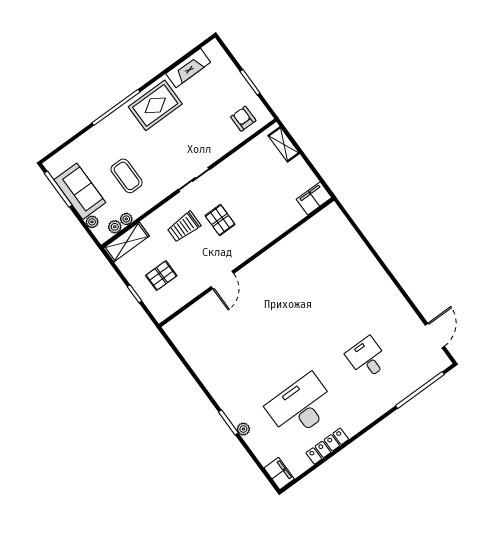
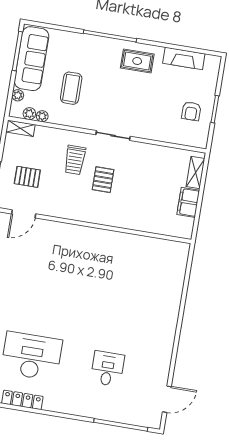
rug: (155, 105) -> (137, 61), width x0.73, depth x0.70
armchair: (243, 119) -> (191, 111), moved, turned 180
sofa: (80, 191) -> (32, 59), width x1.36
filing cabinet: (314, 198) -> (188, 202), moved, turned -90
trolley: (184, 227) -> (75, 160), turned -90
shelving: (126, 242) -> (20, 128), width x0.67, depth x0.75
door: (222, 280) -> (24, 214), moved

